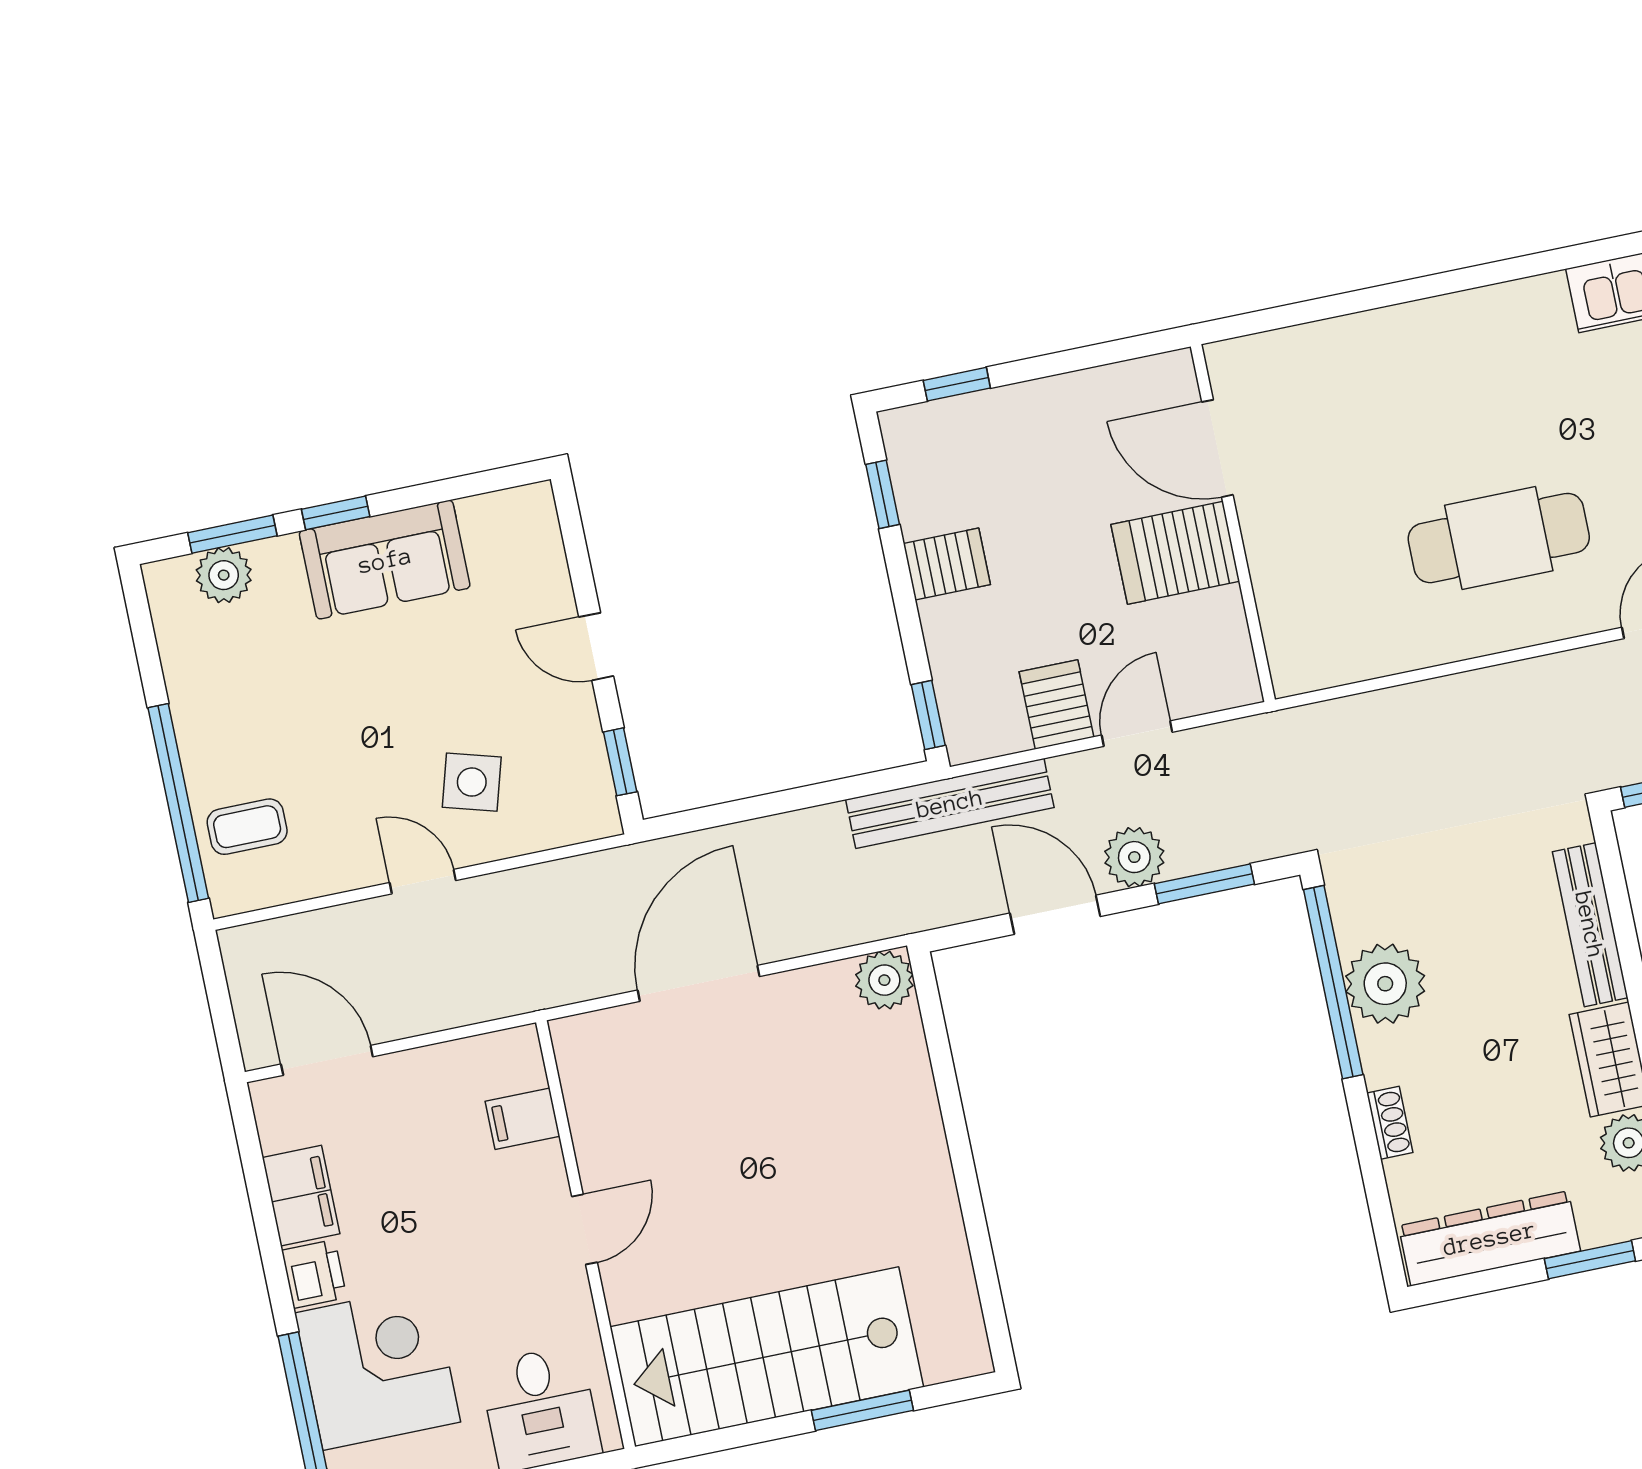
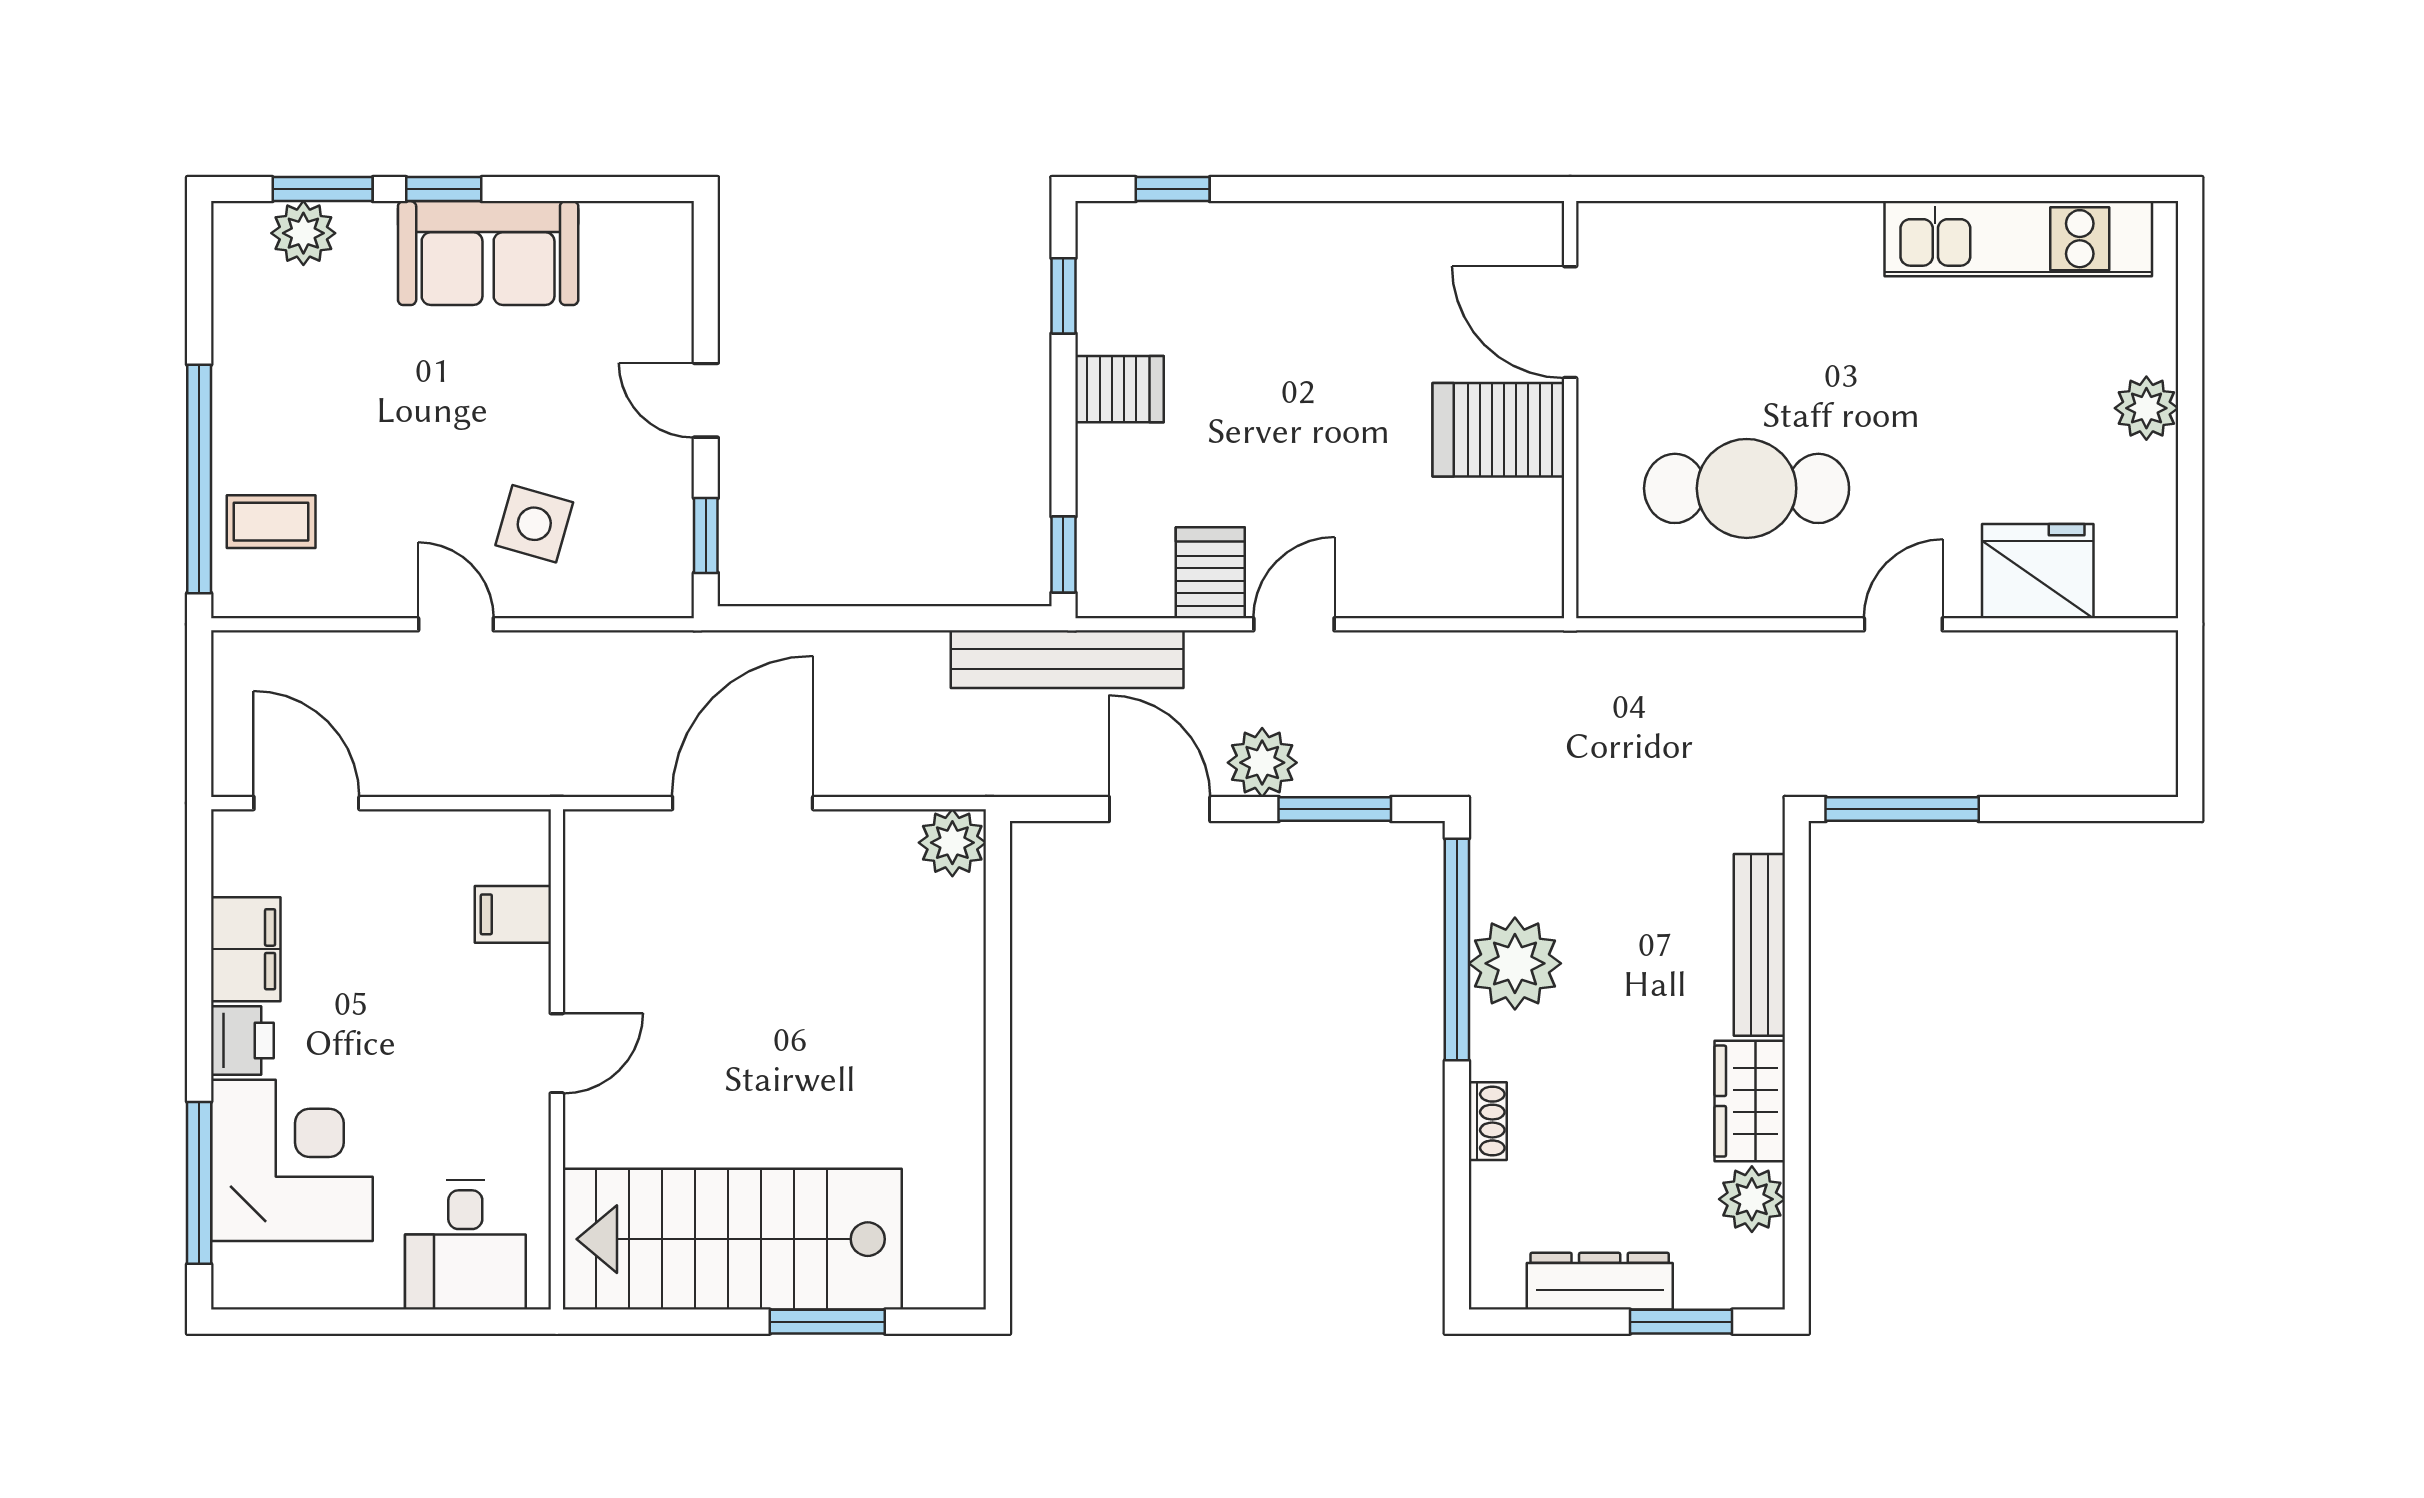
door: (1217, 448) -> (1570, 322), moved
wall: (1233, 523) -> (1570, 410), moved
server rack: (1175, 553) -> (1498, 430), moved
dresser: (1490, 1238) -> (1600, 1281), width x0.73, depth x0.80

